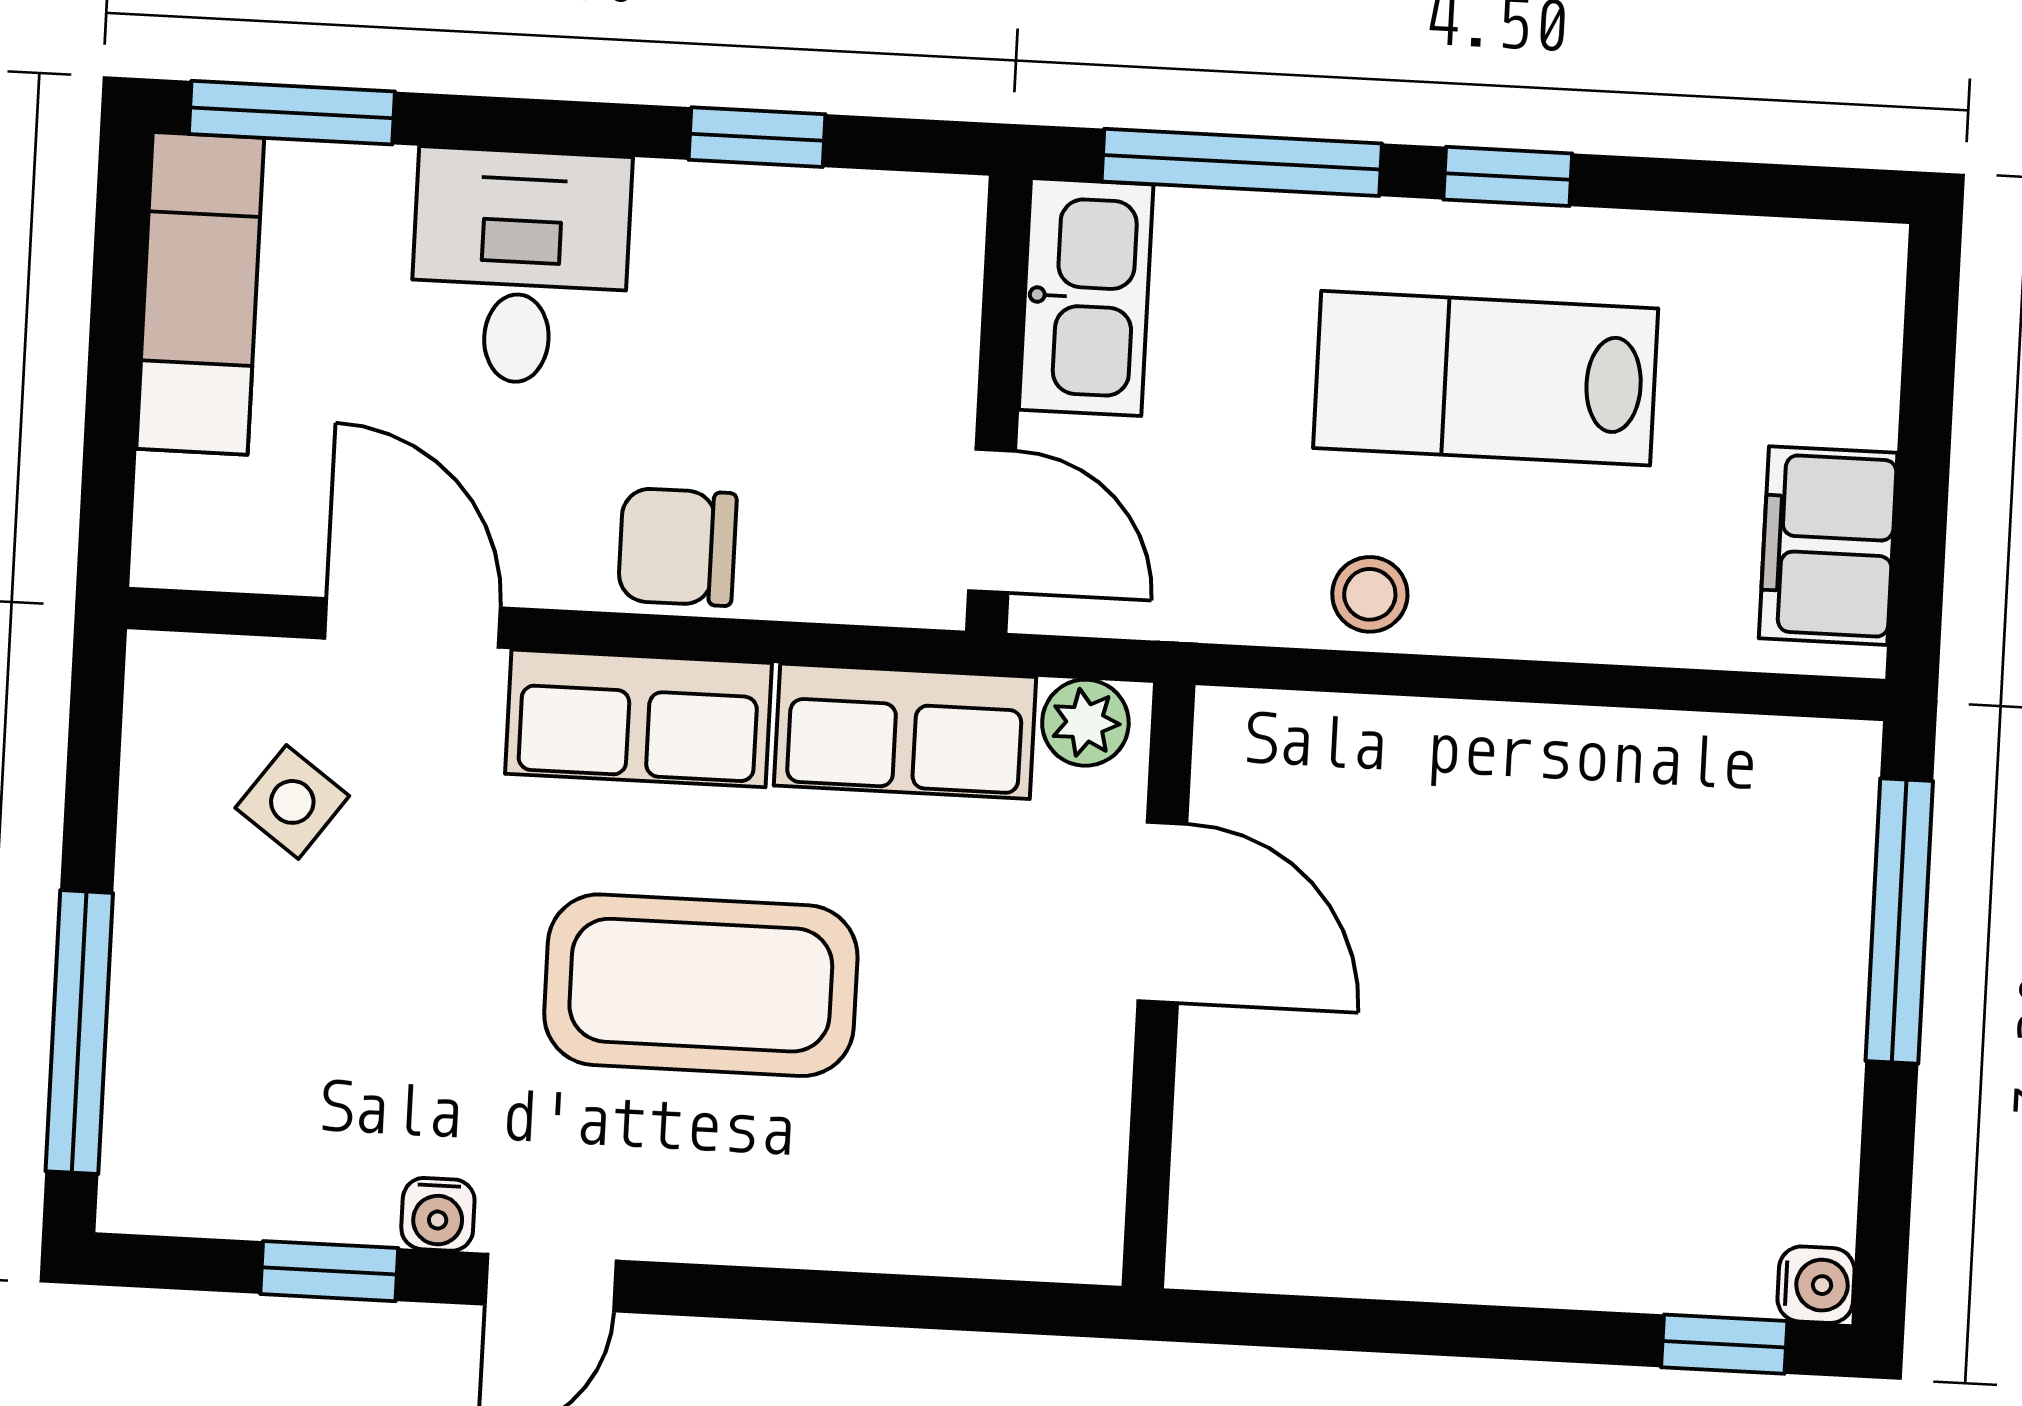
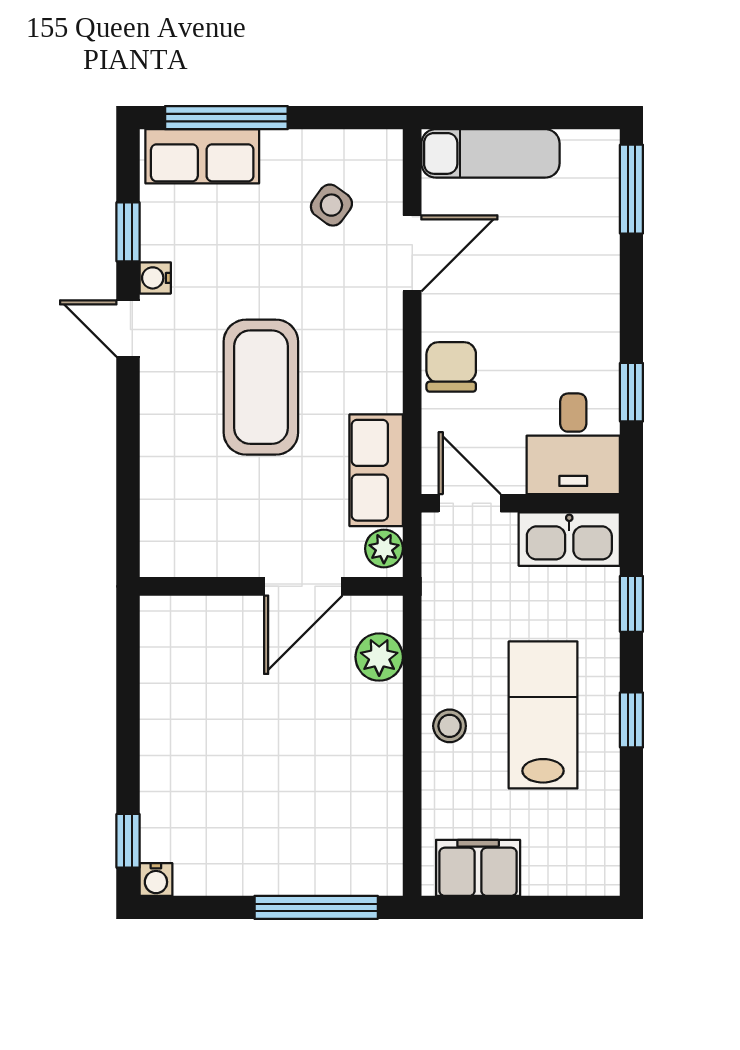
window: (1242, 162) -> (631, 604), width x0.46
desk: (520, 267) -> (573, 444), moved, turned 90
exam couch: (200, 293) -> (490, 153), moved
door: (992, 521) -> (470, 503), swing flipped
stool: (1370, 594) -> (450, 726), moved
row of seats: (638, 718) -> (202, 156), moved, turned -90
plant: (1333, 747) -> (379, 657), added

